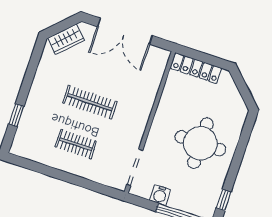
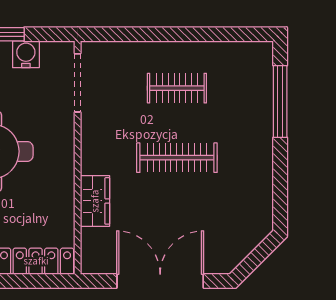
wardrobe: (66, 39) -> (95, 201), moved, turned 135
window: (16, 115) -> (280, 102), width x2.17

